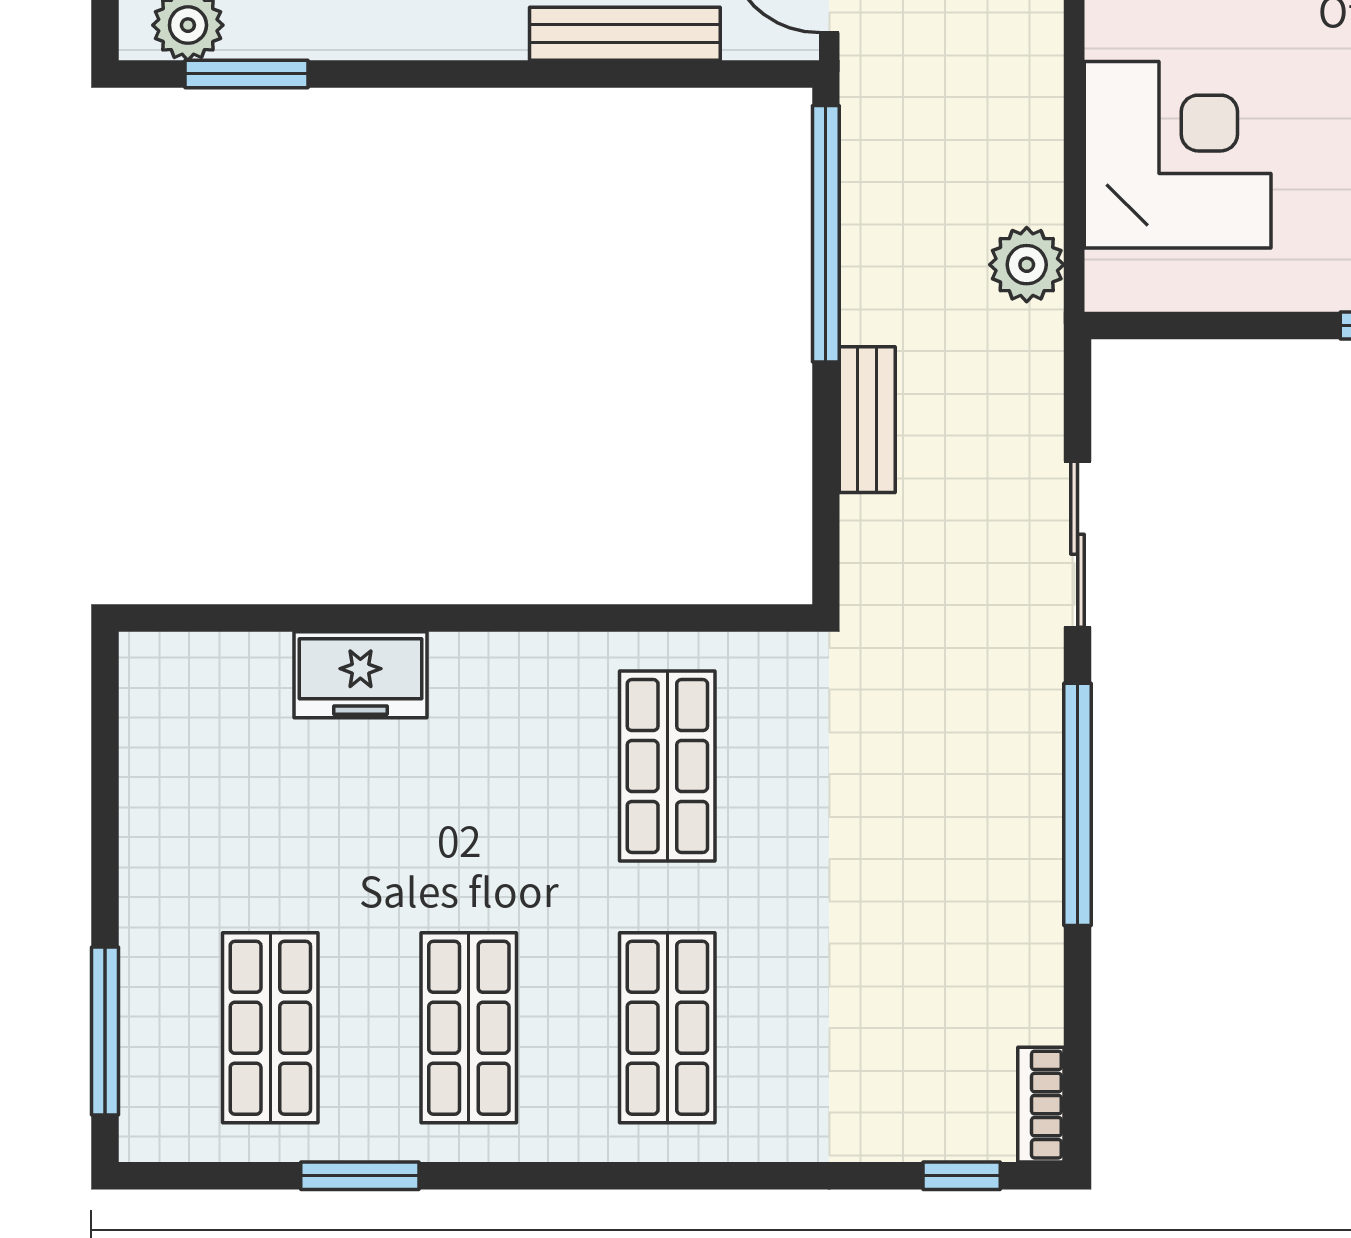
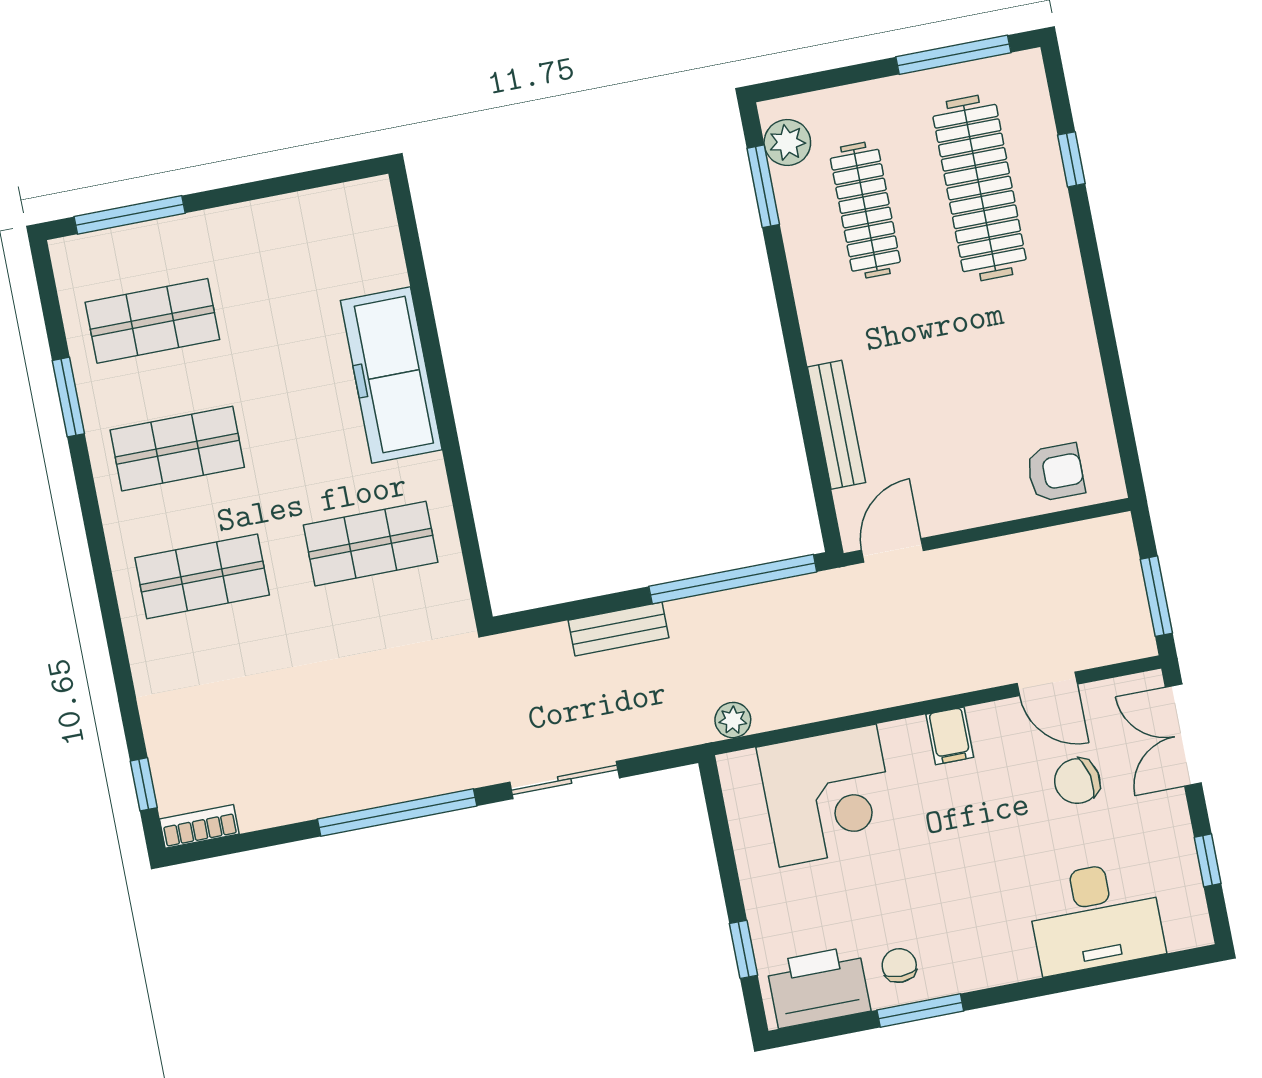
plant: (1027, 265) -> (733, 720), width x0.73, depth x0.73
freezer: (360, 675) -> (391, 375), width x1.91, depth x1.26

